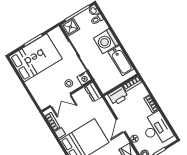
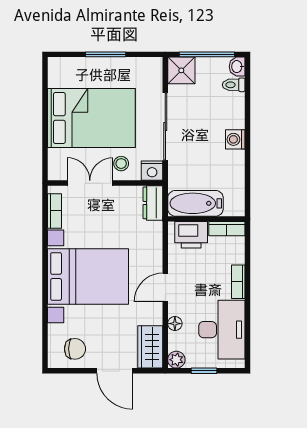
washing machine: (106, 41) -> (235, 139), width x0.53, depth x0.53
bed: (35, 58) -> (91, 118), moved
bathtub: (121, 61) -> (195, 203), moved, turned 90
double door: (60, 100) -> (90, 183), swing flipped

